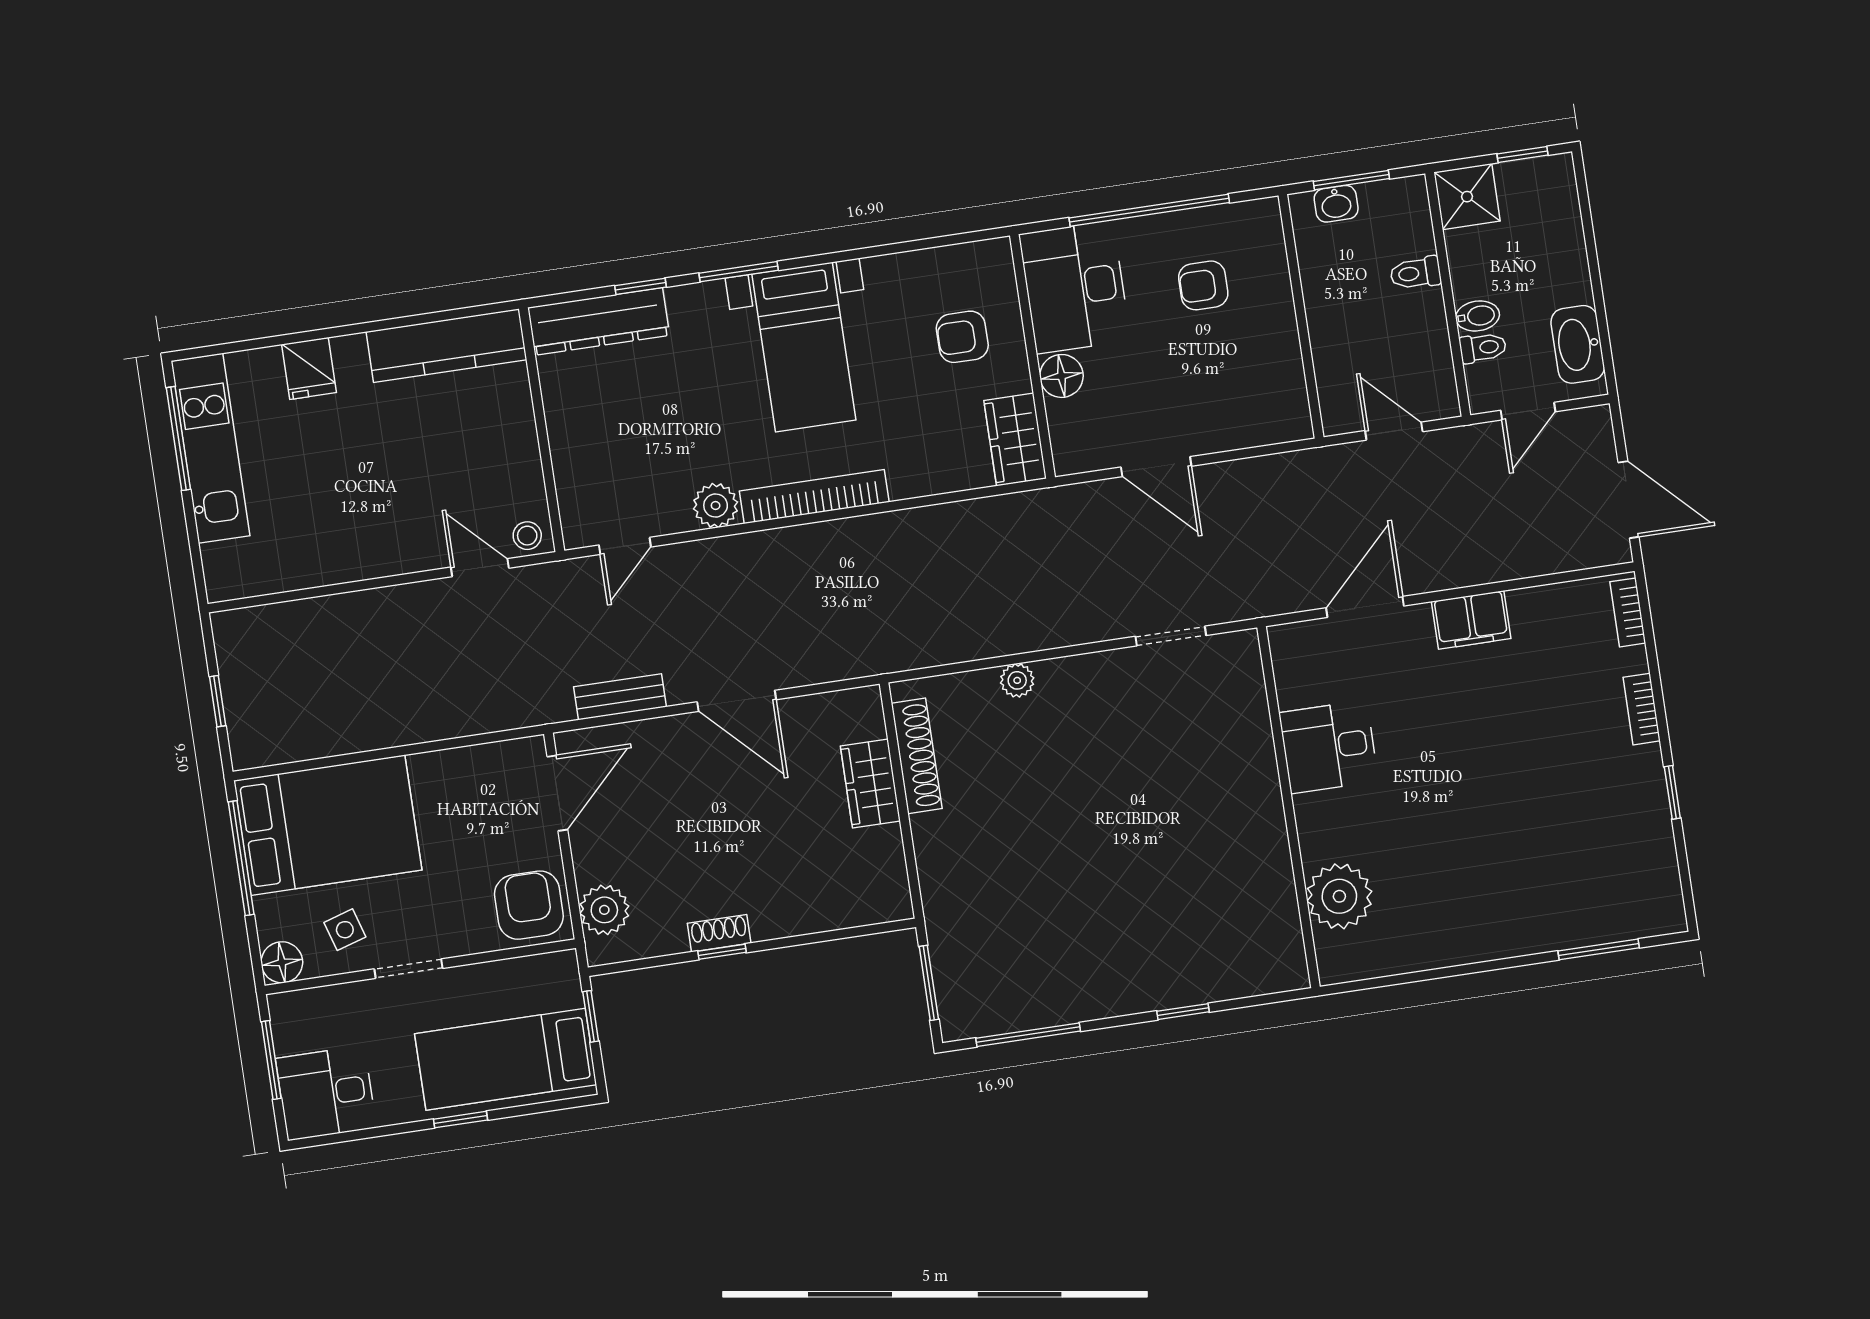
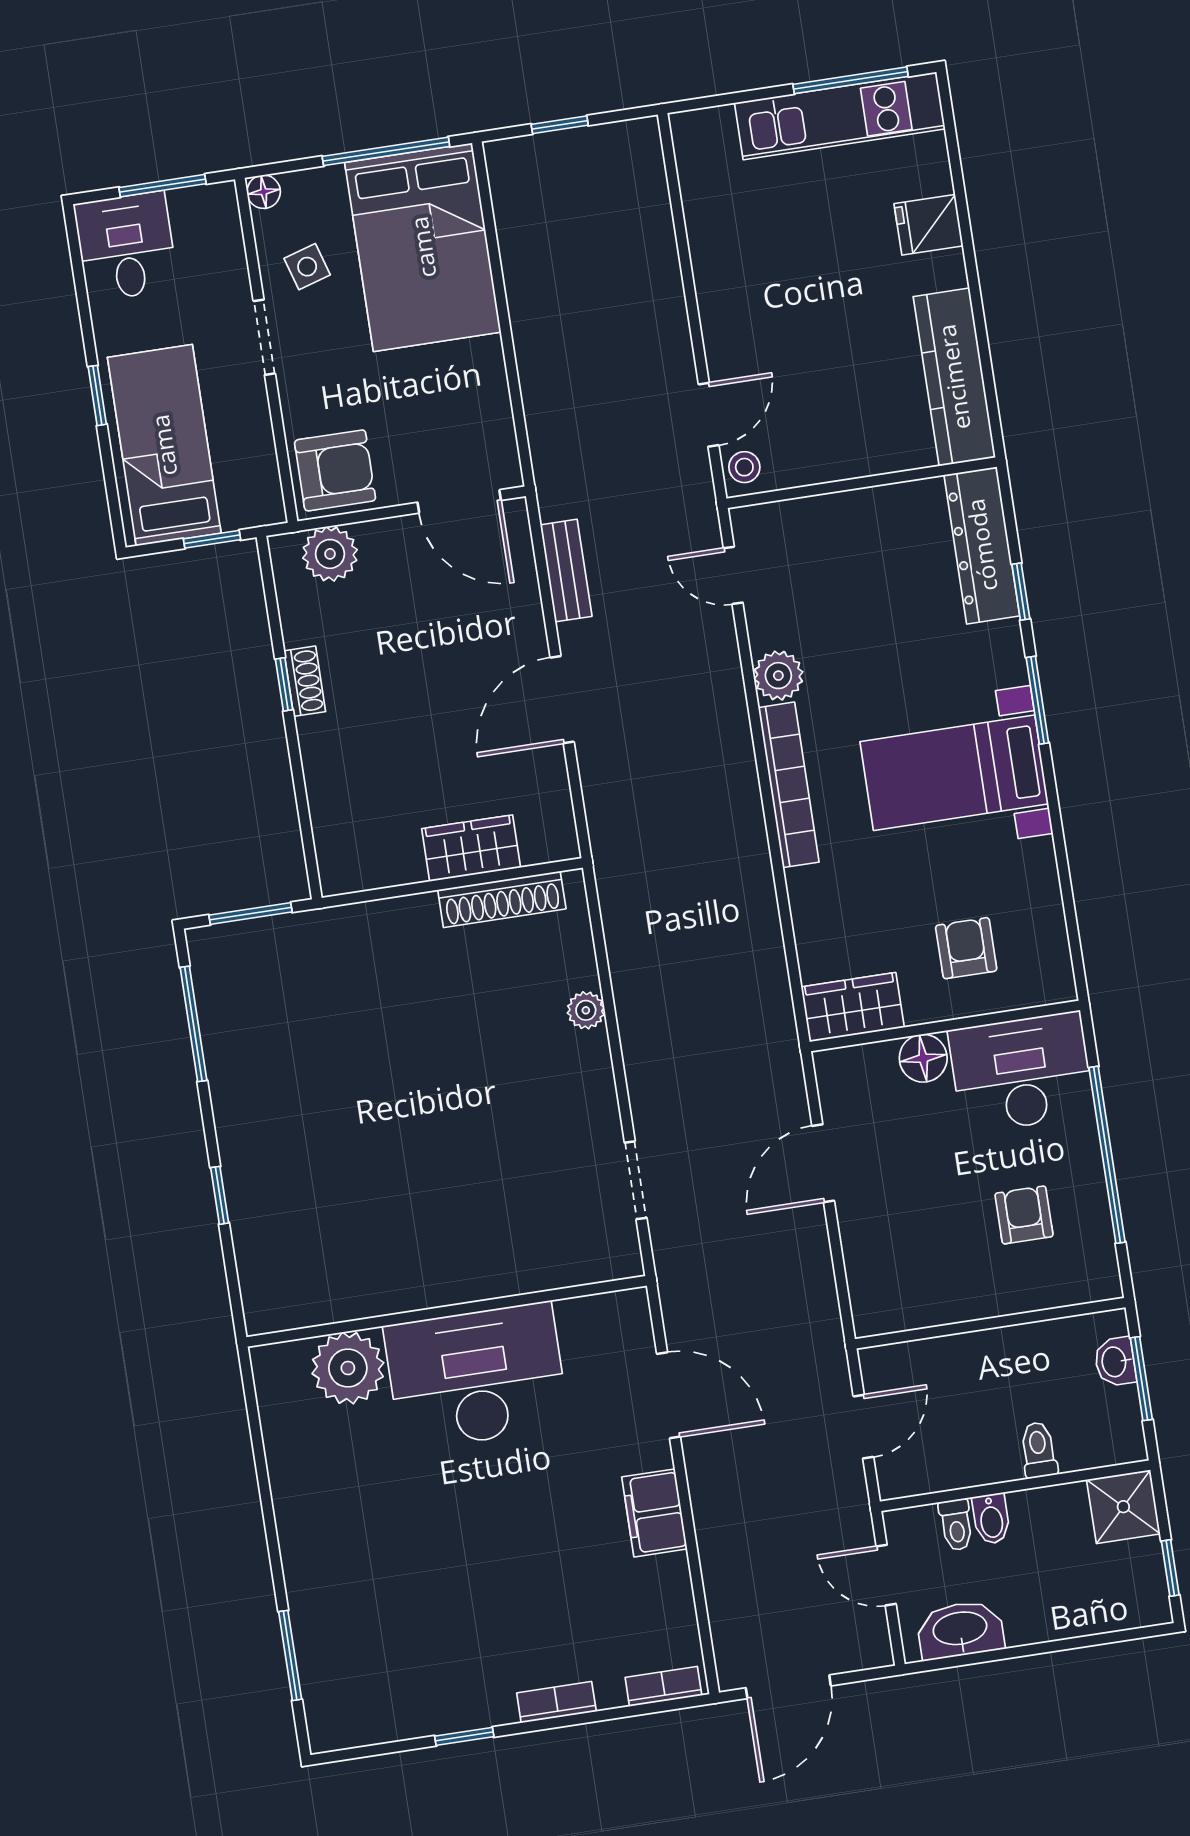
desk: (1329, 747) -> (476, 1376), width x1.87, depth x1.30
floor lamp: (282, 962) -> (264, 192), width x0.73, depth x0.73

